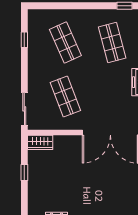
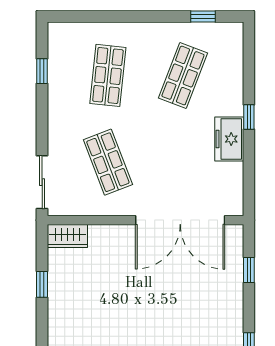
shop shelf: (65, 43) -> (108, 75), turned 30
shop shelf: (112, 43) -> (183, 75), turned 36

